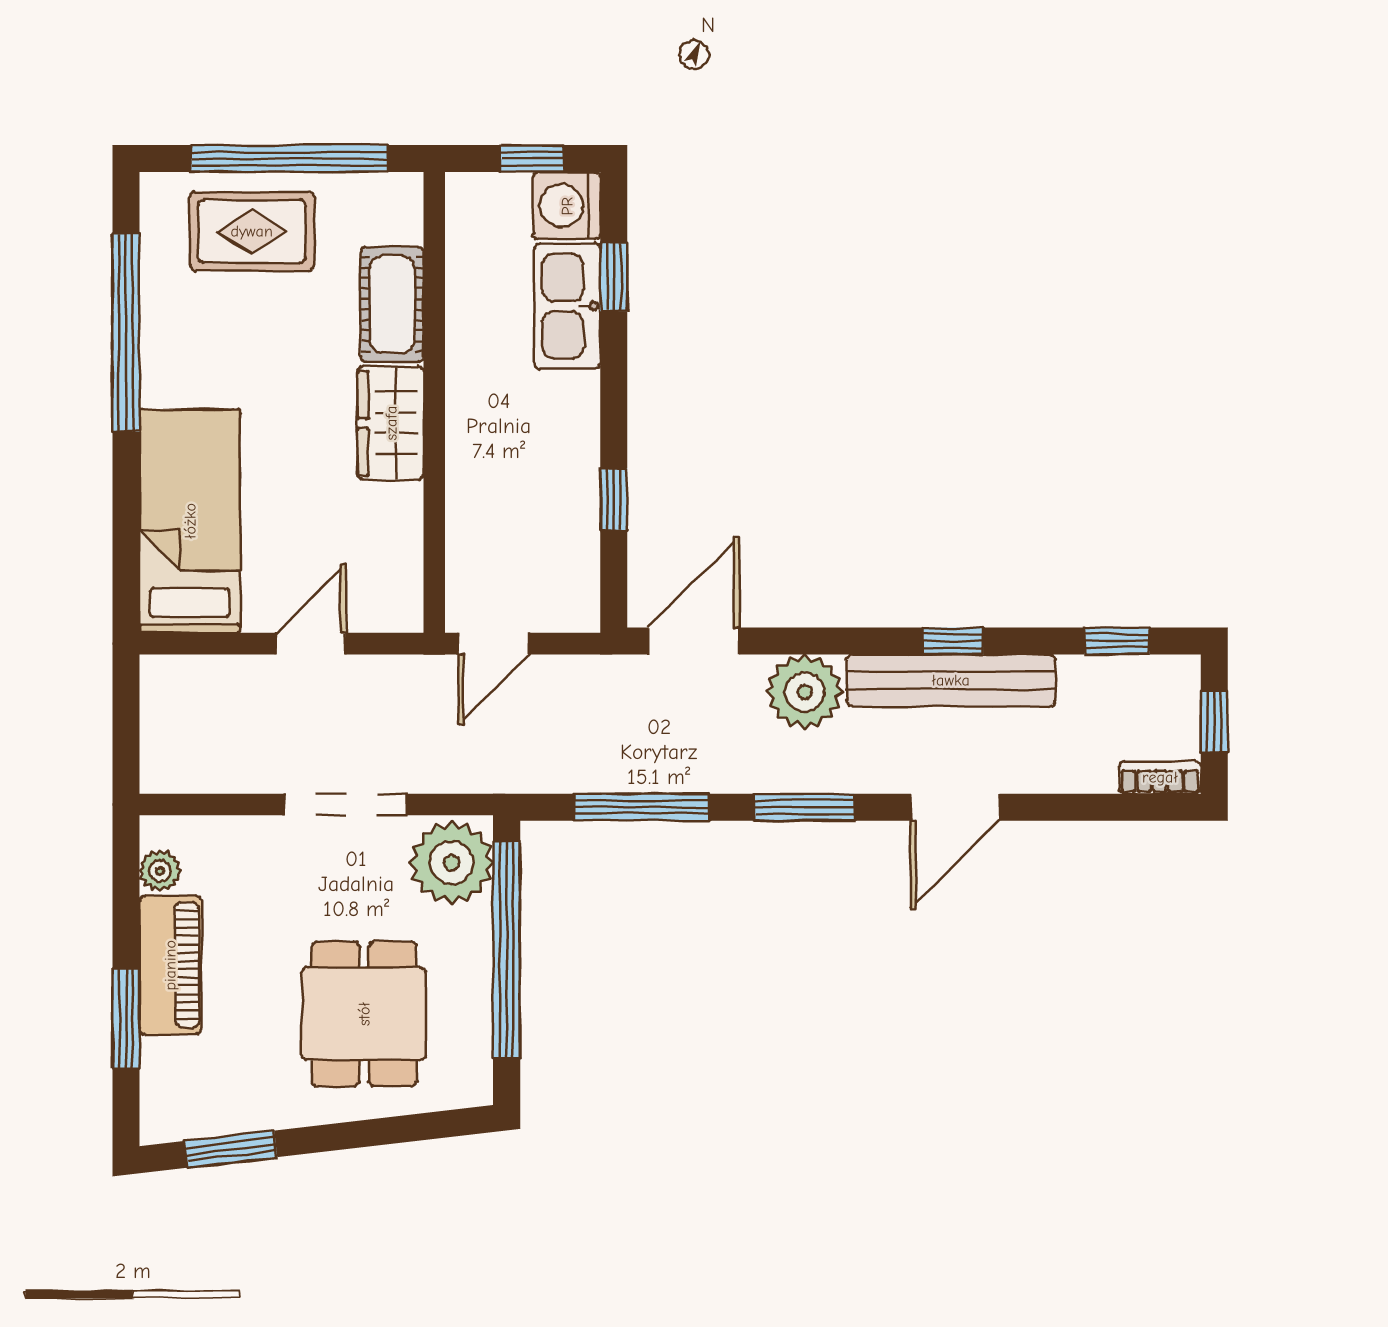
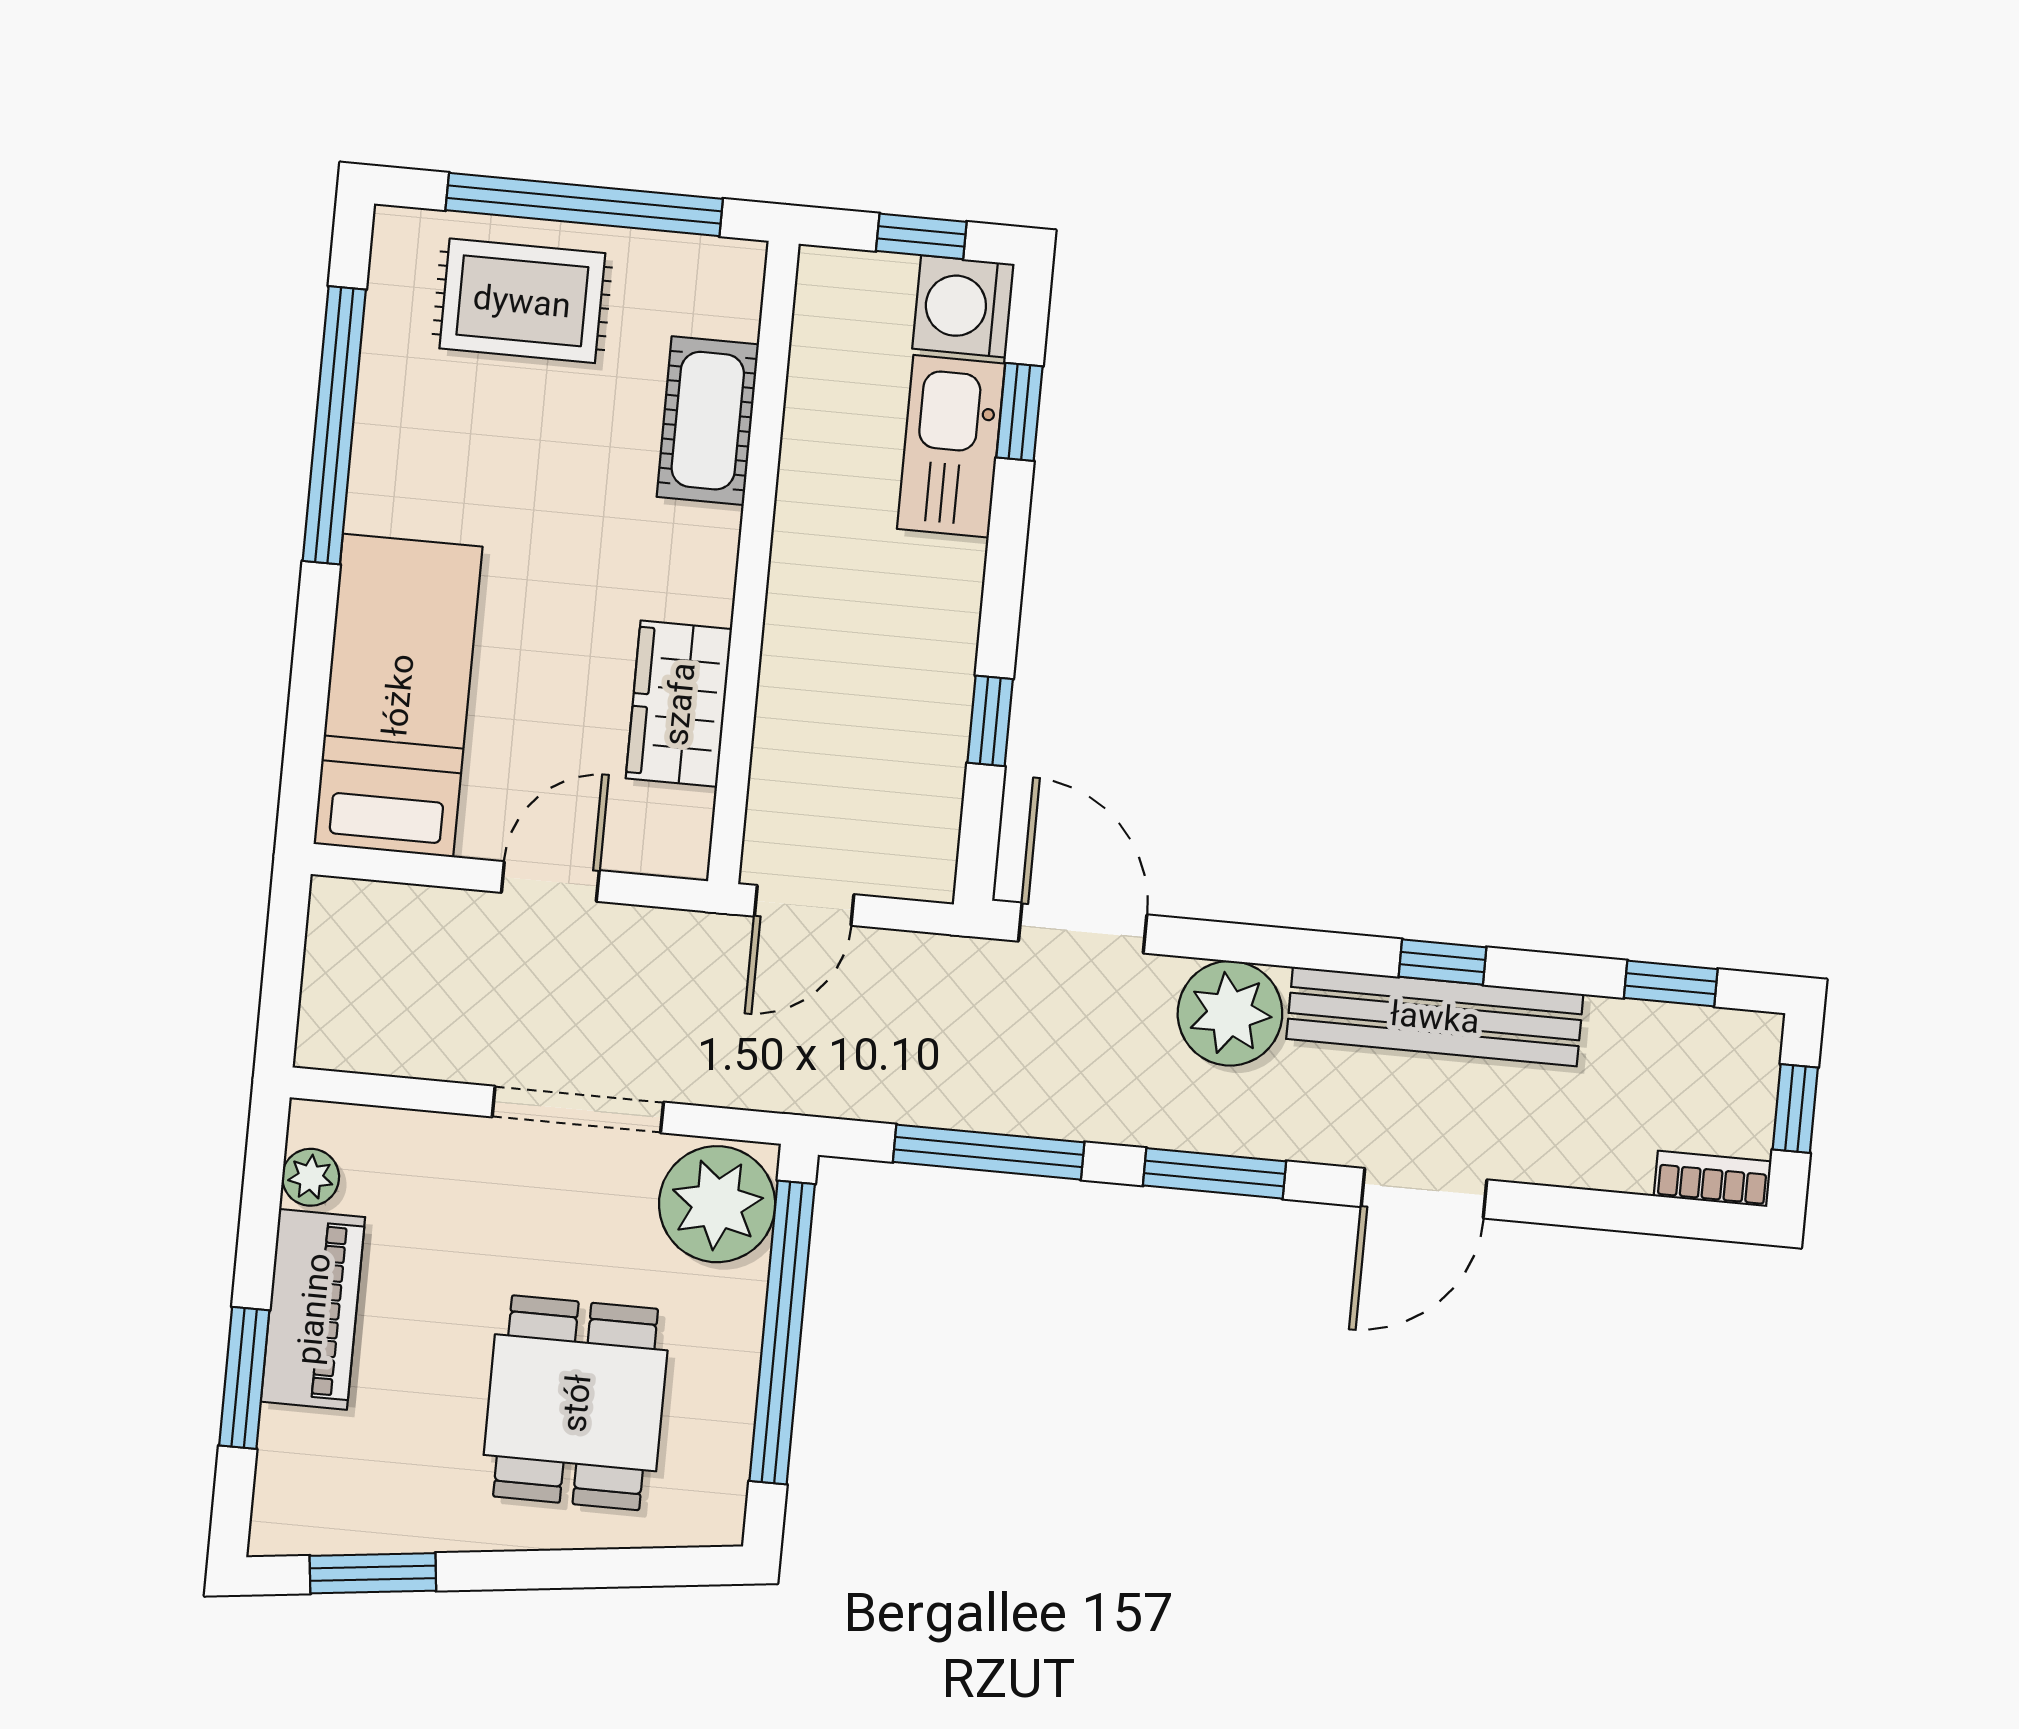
wardrobe: (391, 423) -> (679, 704), moved
door: (694, 641) -> (1083, 928), hinge flipped

